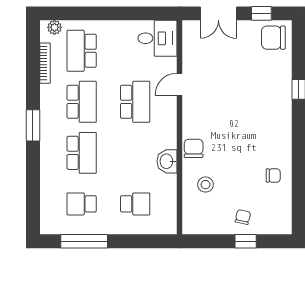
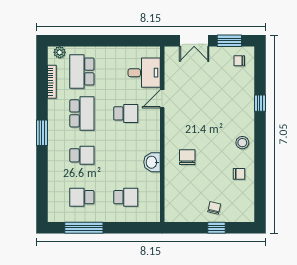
window: (261, 13) -> (229, 41), width x1.50
desk: (157, 38) -> (144, 73), moved
chair: (273, 38) -> (239, 61), width x0.54, depth x0.54
school desk: (135, 102) -> (126, 113), width x0.54
chair: (194, 148) -> (187, 157), moved
school desk: (82, 153) -> (82, 155), width x0.54
stool: (206, 185) -> (242, 143), moved

